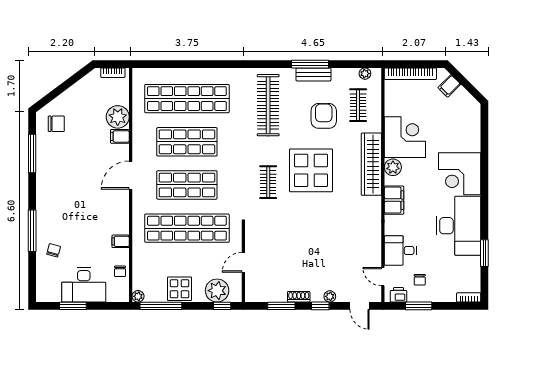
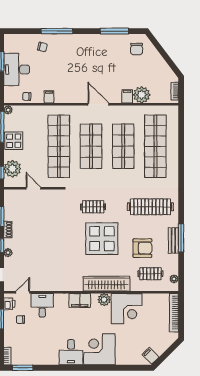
filing cabinet: (449, 86) -> (151, 356), moved
desk: (458, 226) -> (71, 352), width x0.53, depth x0.77
window: (484, 253) -> (23, 368), moved

